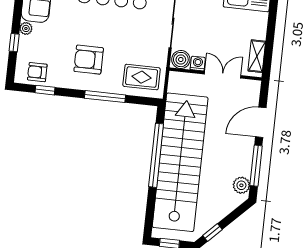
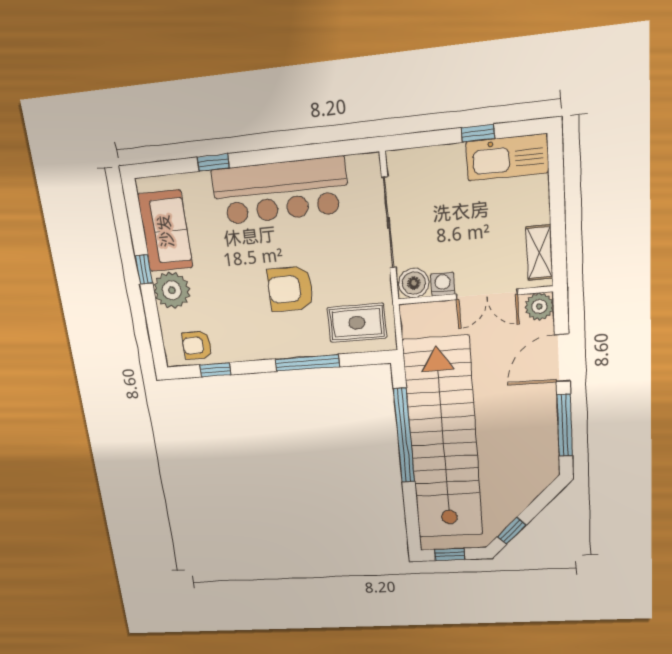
plant: (26, 28) -> (172, 290), width x1.88, depth x1.88
window: (14, 43) -> (144, 269), moved
armchair: (89, 60) -> (290, 289), moved
double door: (223, 75) -> (487, 294), swing flipped
plant: (241, 185) -> (539, 306), moved

